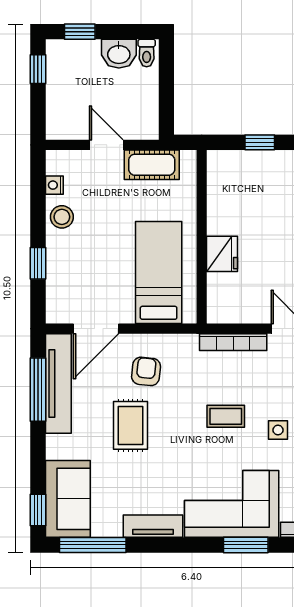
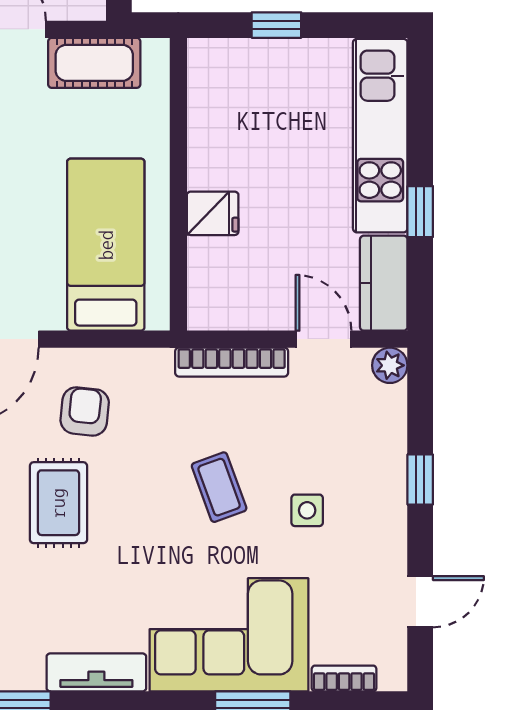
fridge: (222, 254) -> (213, 213), width x0.72
coffee table: (226, 416) -> (219, 487), turned 70

